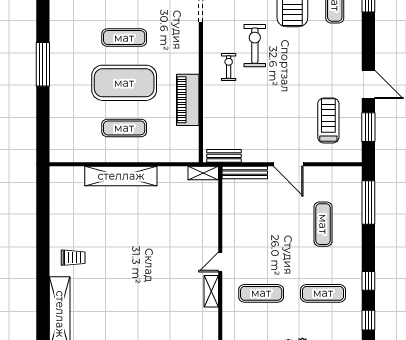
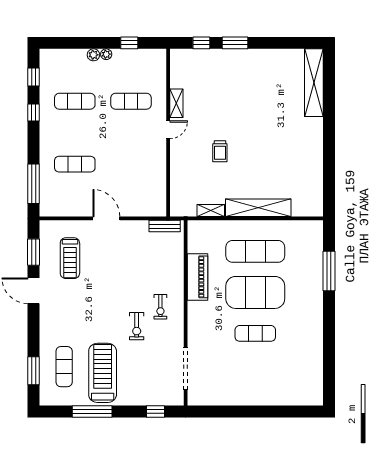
exercise bike: (255, 46) -> (137, 326), width x0.73, depth x0.72
window: (43, 64) -> (329, 271), moved
exercise mat: (124, 128) -> (255, 251), width x1.36, depth x1.45
shelving: (203, 173) -> (211, 210), moved
bench: (245, 173) -> (146, 211), removed
exercise mat: (323, 224) -> (75, 164), turned 90
trolley: (73, 258) -> (220, 151), moved, turned -90

